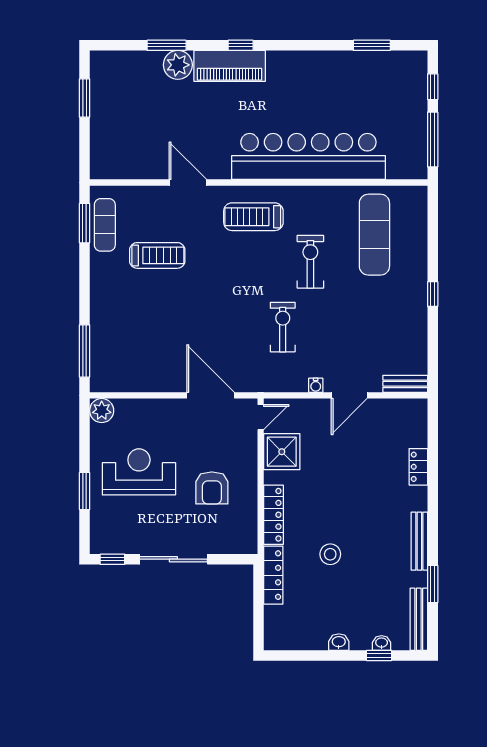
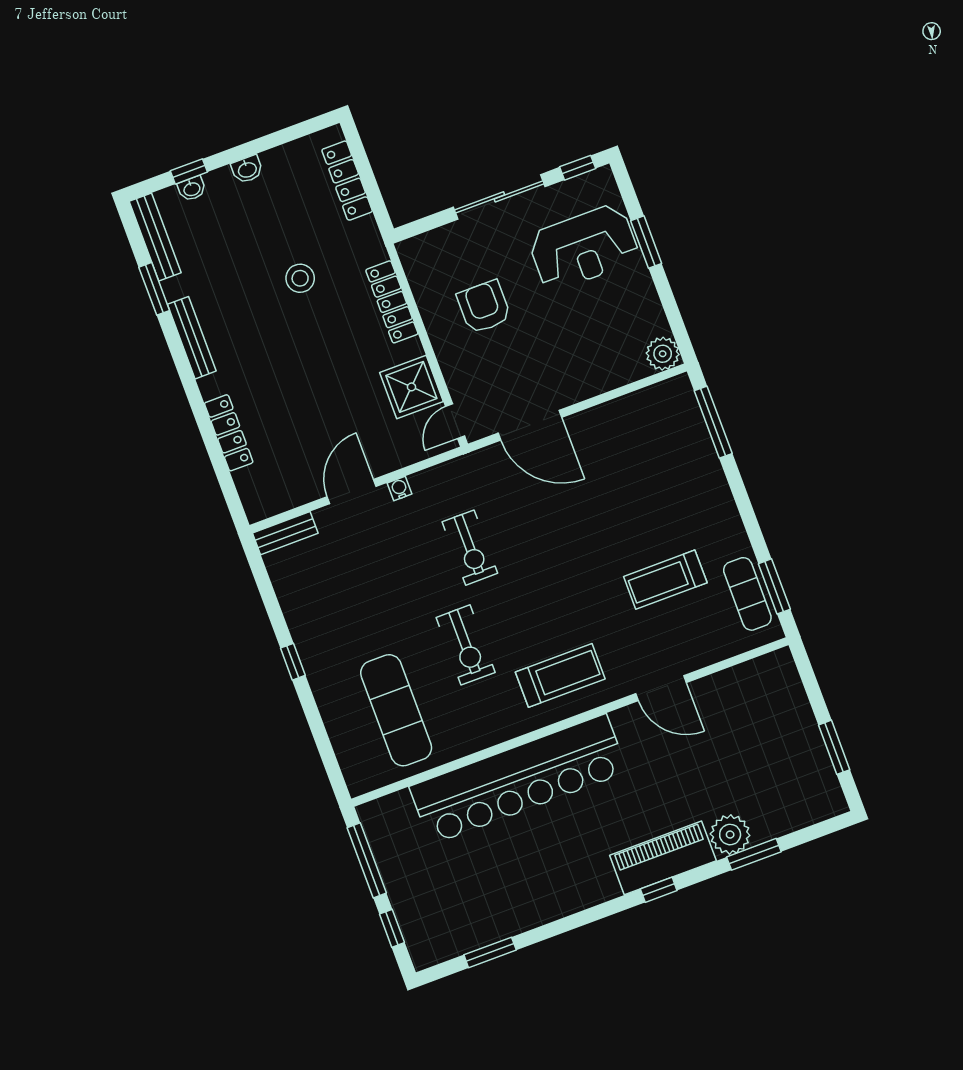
locker: (418, 467) -> (229, 433), width x1.53
reception desk: (139, 472) -> (584, 248), moved
locker: (273, 575) -> (347, 181), moved

